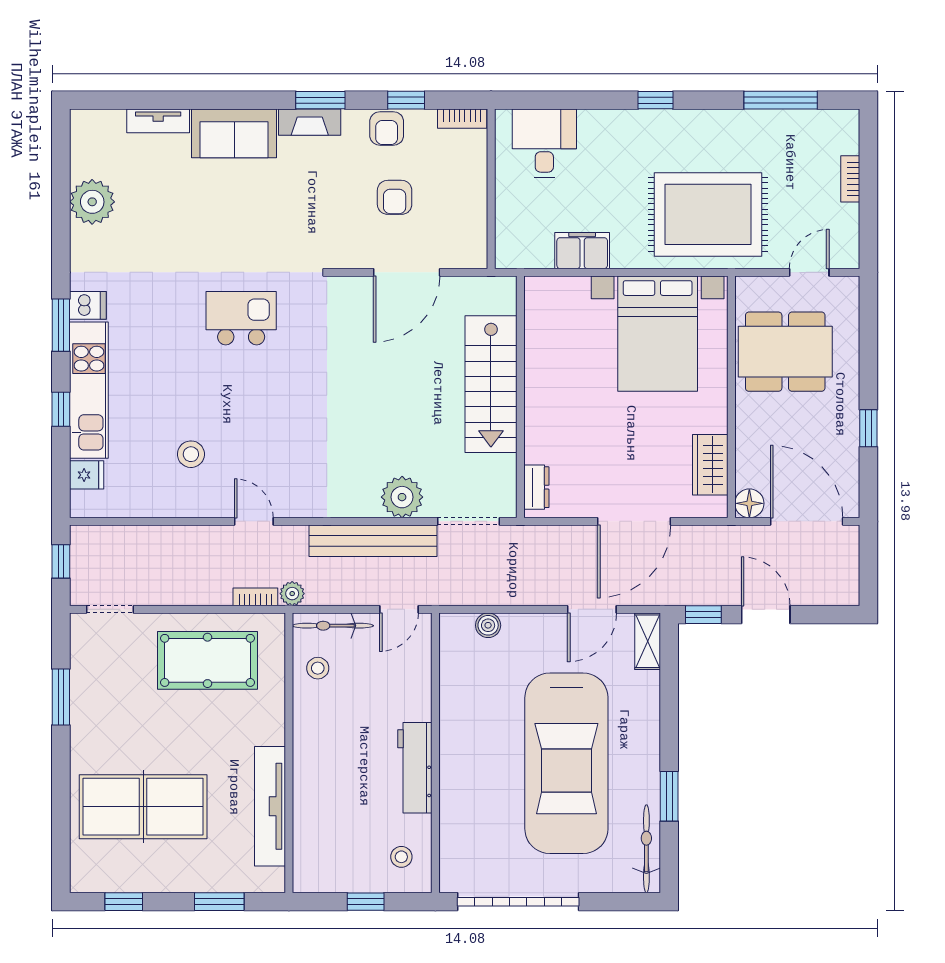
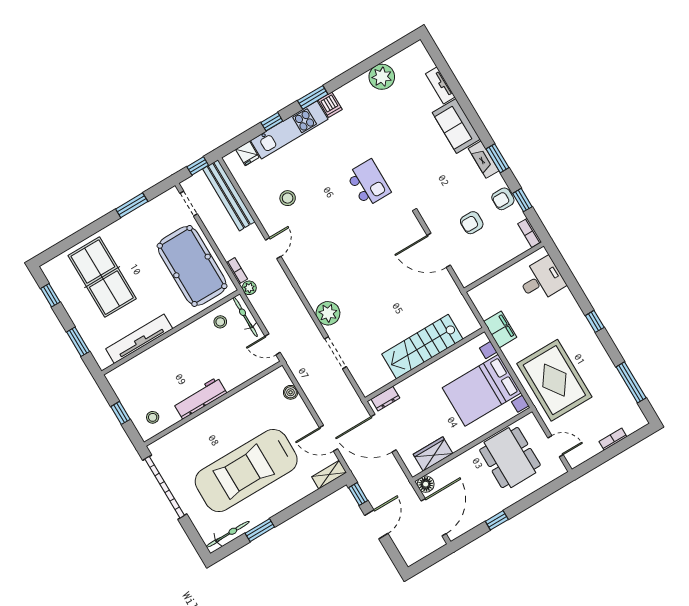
stairs: (491, 384) -> (422, 347), moved
wall: (520, 397) -> (425, 365), moved
dresser: (536, 487) -> (385, 399), moved
bench: (373, 541) -> (229, 195), moved
pool table: (207, 660) -> (192, 266), width x1.36, depth x1.32

